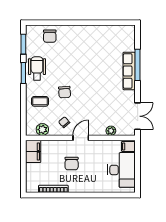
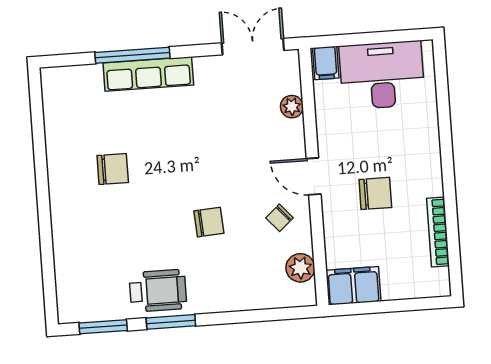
chair: (50, 36) -> (113, 169), moved
wheelchair: (37, 68) -> (158, 291), turned 180
coffee table: (40, 101) -> (235, 278), removed

